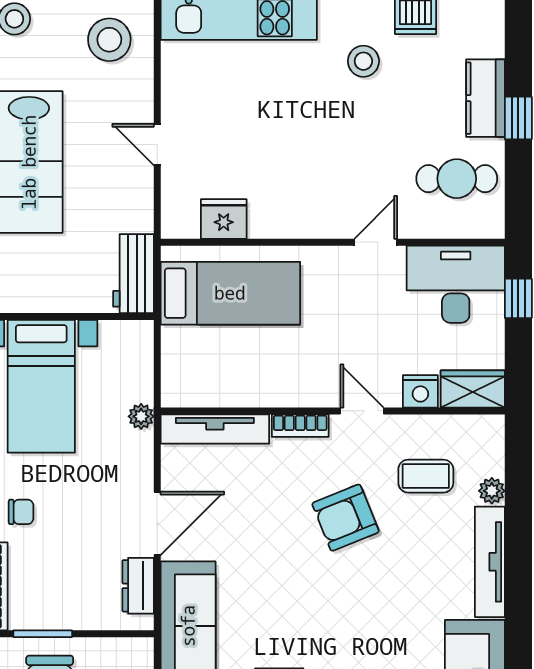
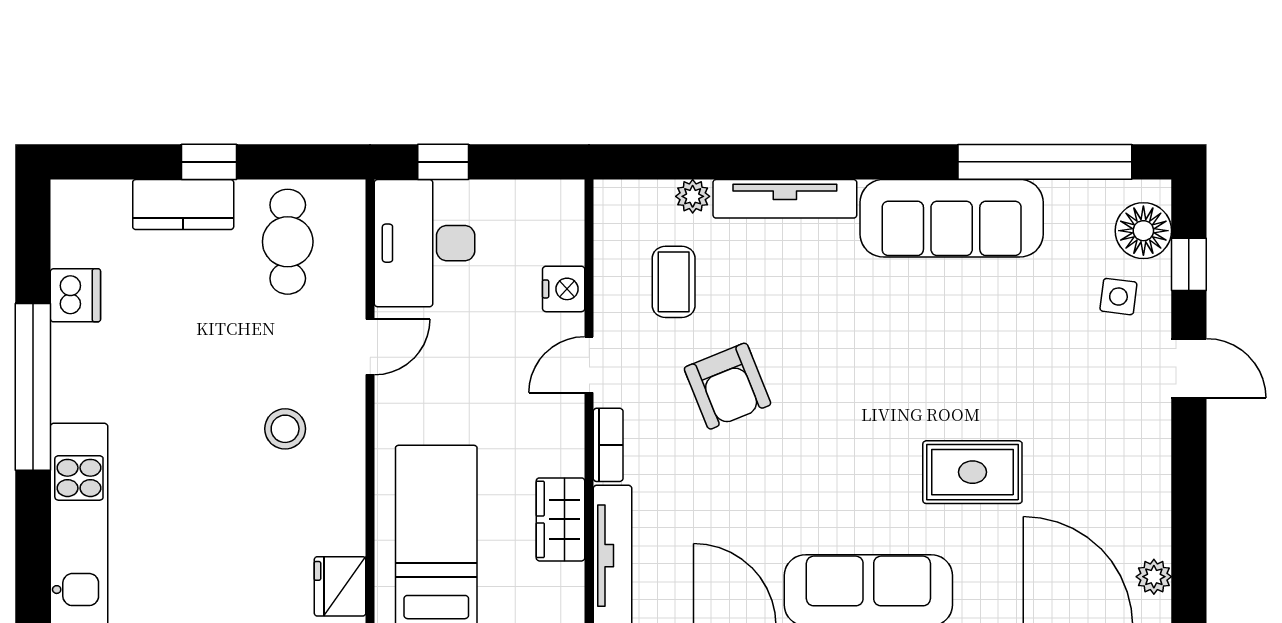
stool: (363, 61) -> (285, 429), moved
fridge: (224, 219) -> (340, 586), moved
door: (376, 242) -> (370, 347), swing flipped
wardrobe: (473, 389) -> (561, 519), moved

